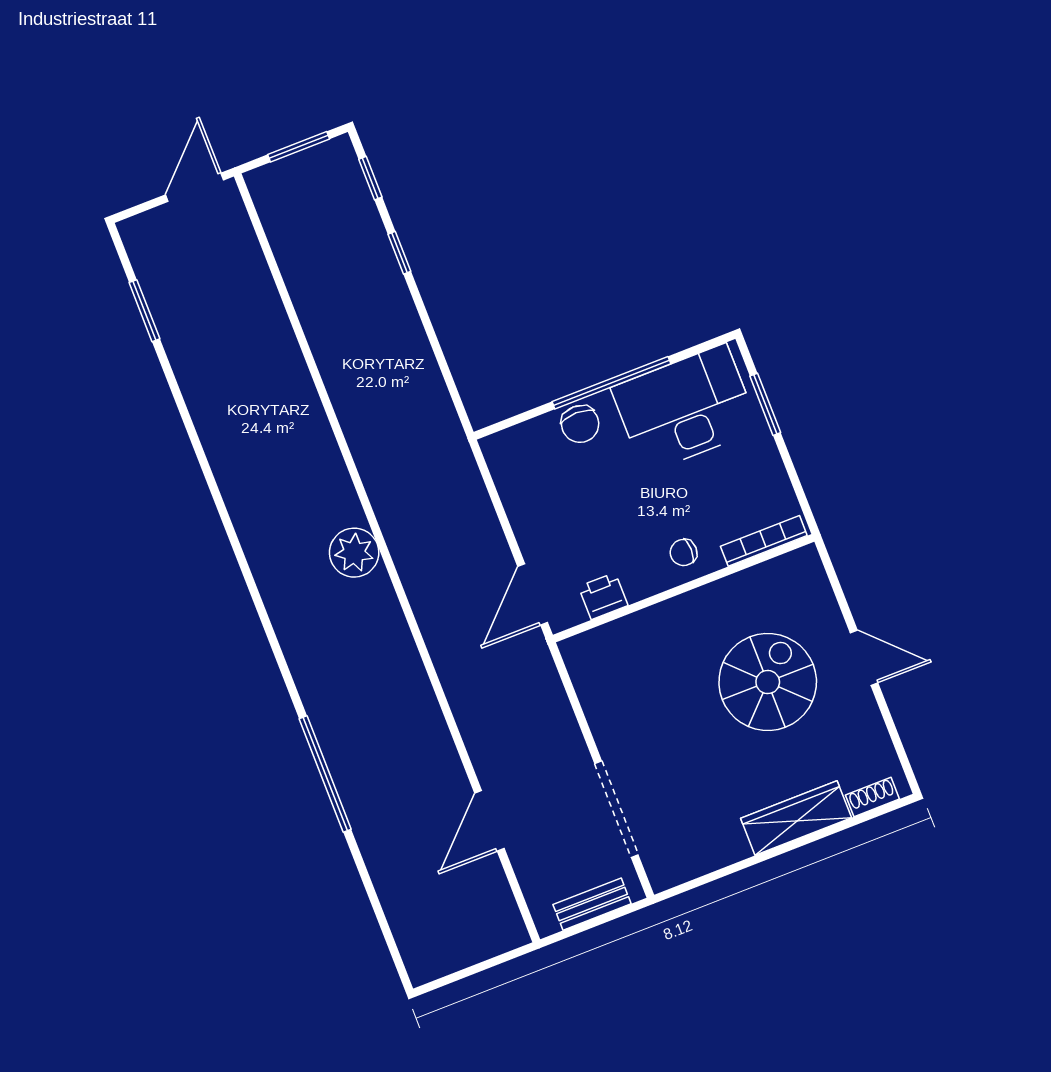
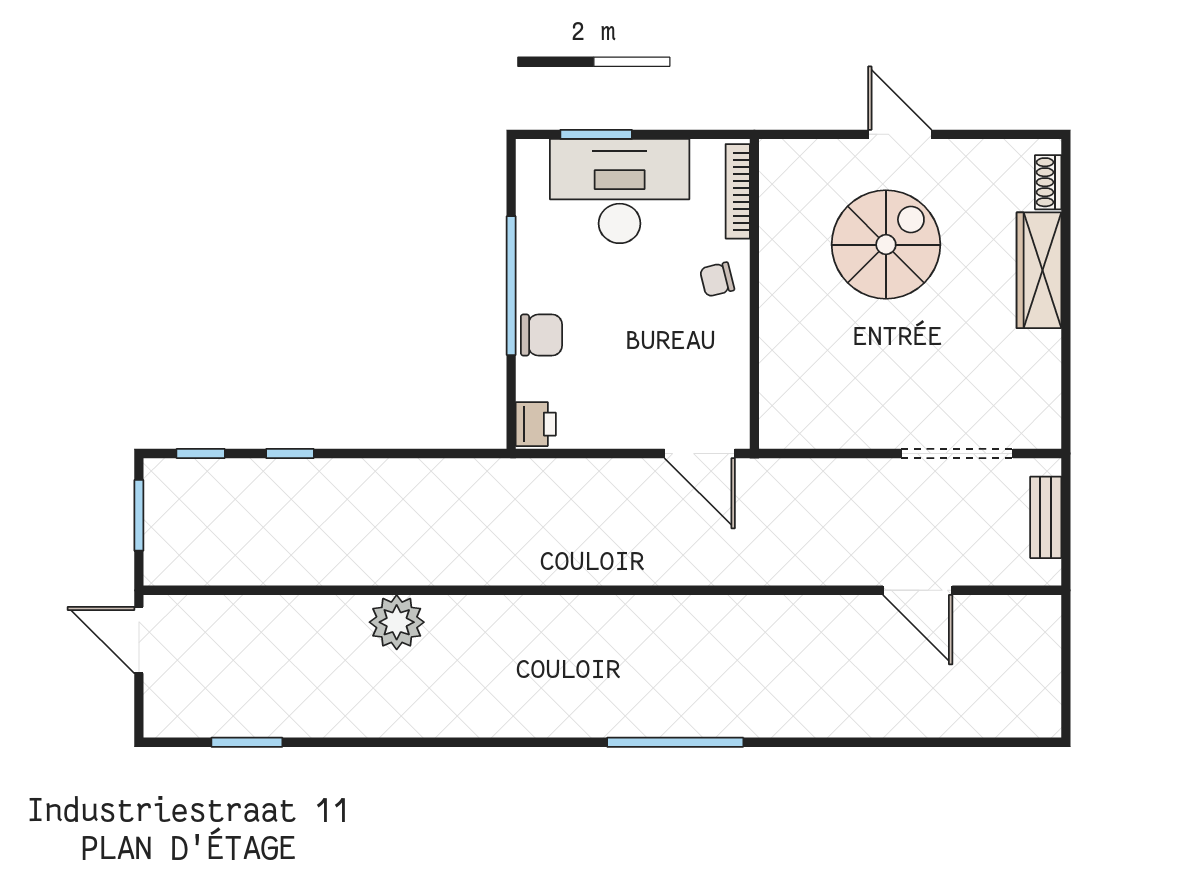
desk: (685, 409) -> (620, 191), moved, turned 90
chair: (684, 552) -> (717, 279), turned 76
plant: (354, 553) -> (397, 622), moved
printer: (603, 596) -> (536, 424), moved, turned 180
door: (864, 658) -> (900, 134), hinge flipped
spiral stairs: (768, 682) -> (886, 245), turned 90
window: (325, 774) -> (675, 742), moved

